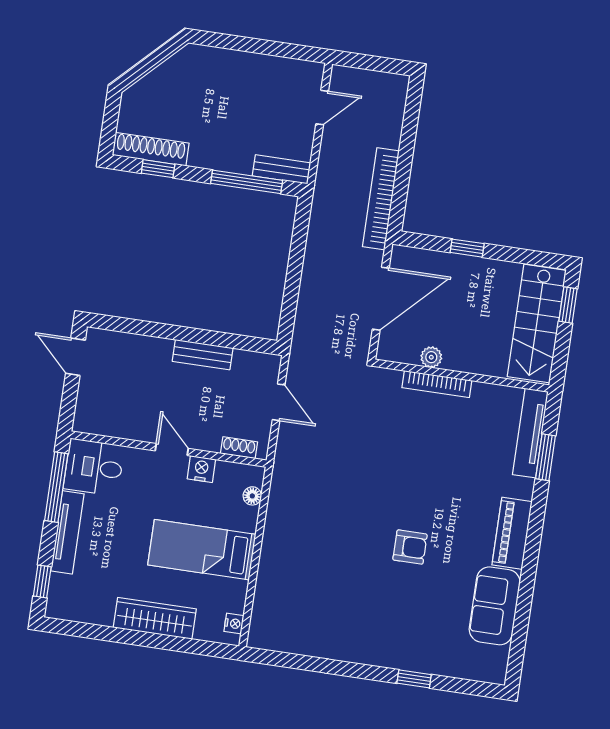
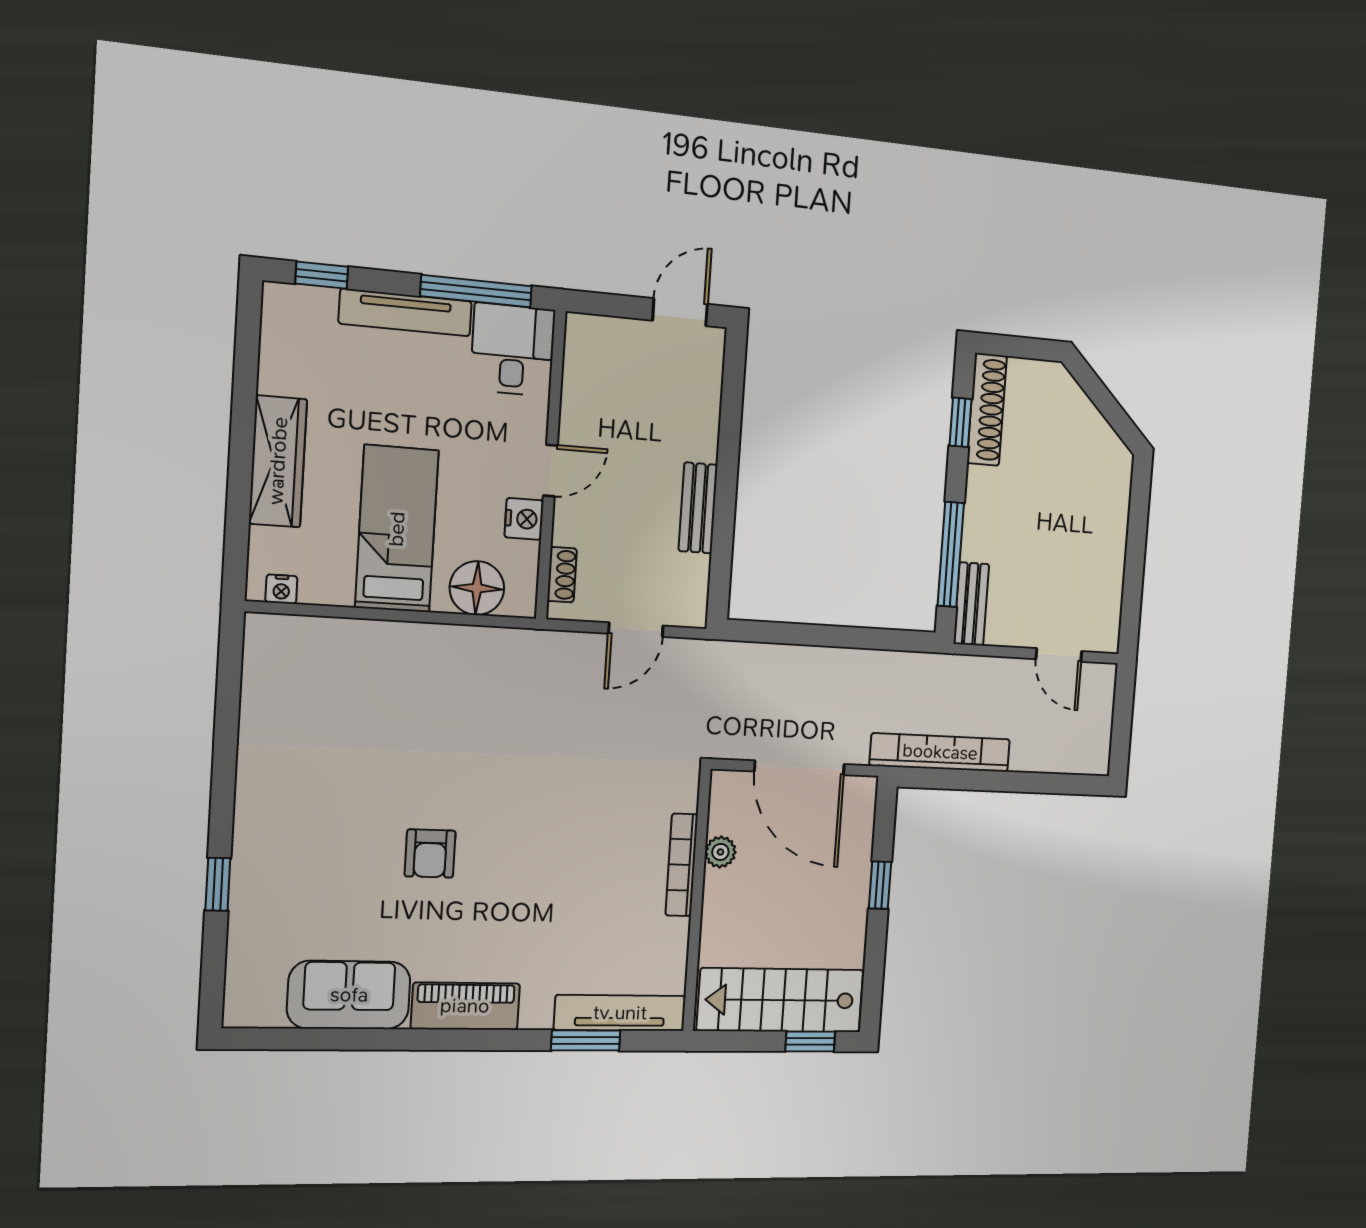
floor lamp: (252, 496) -> (477, 588), width x1.89, depth x1.89

